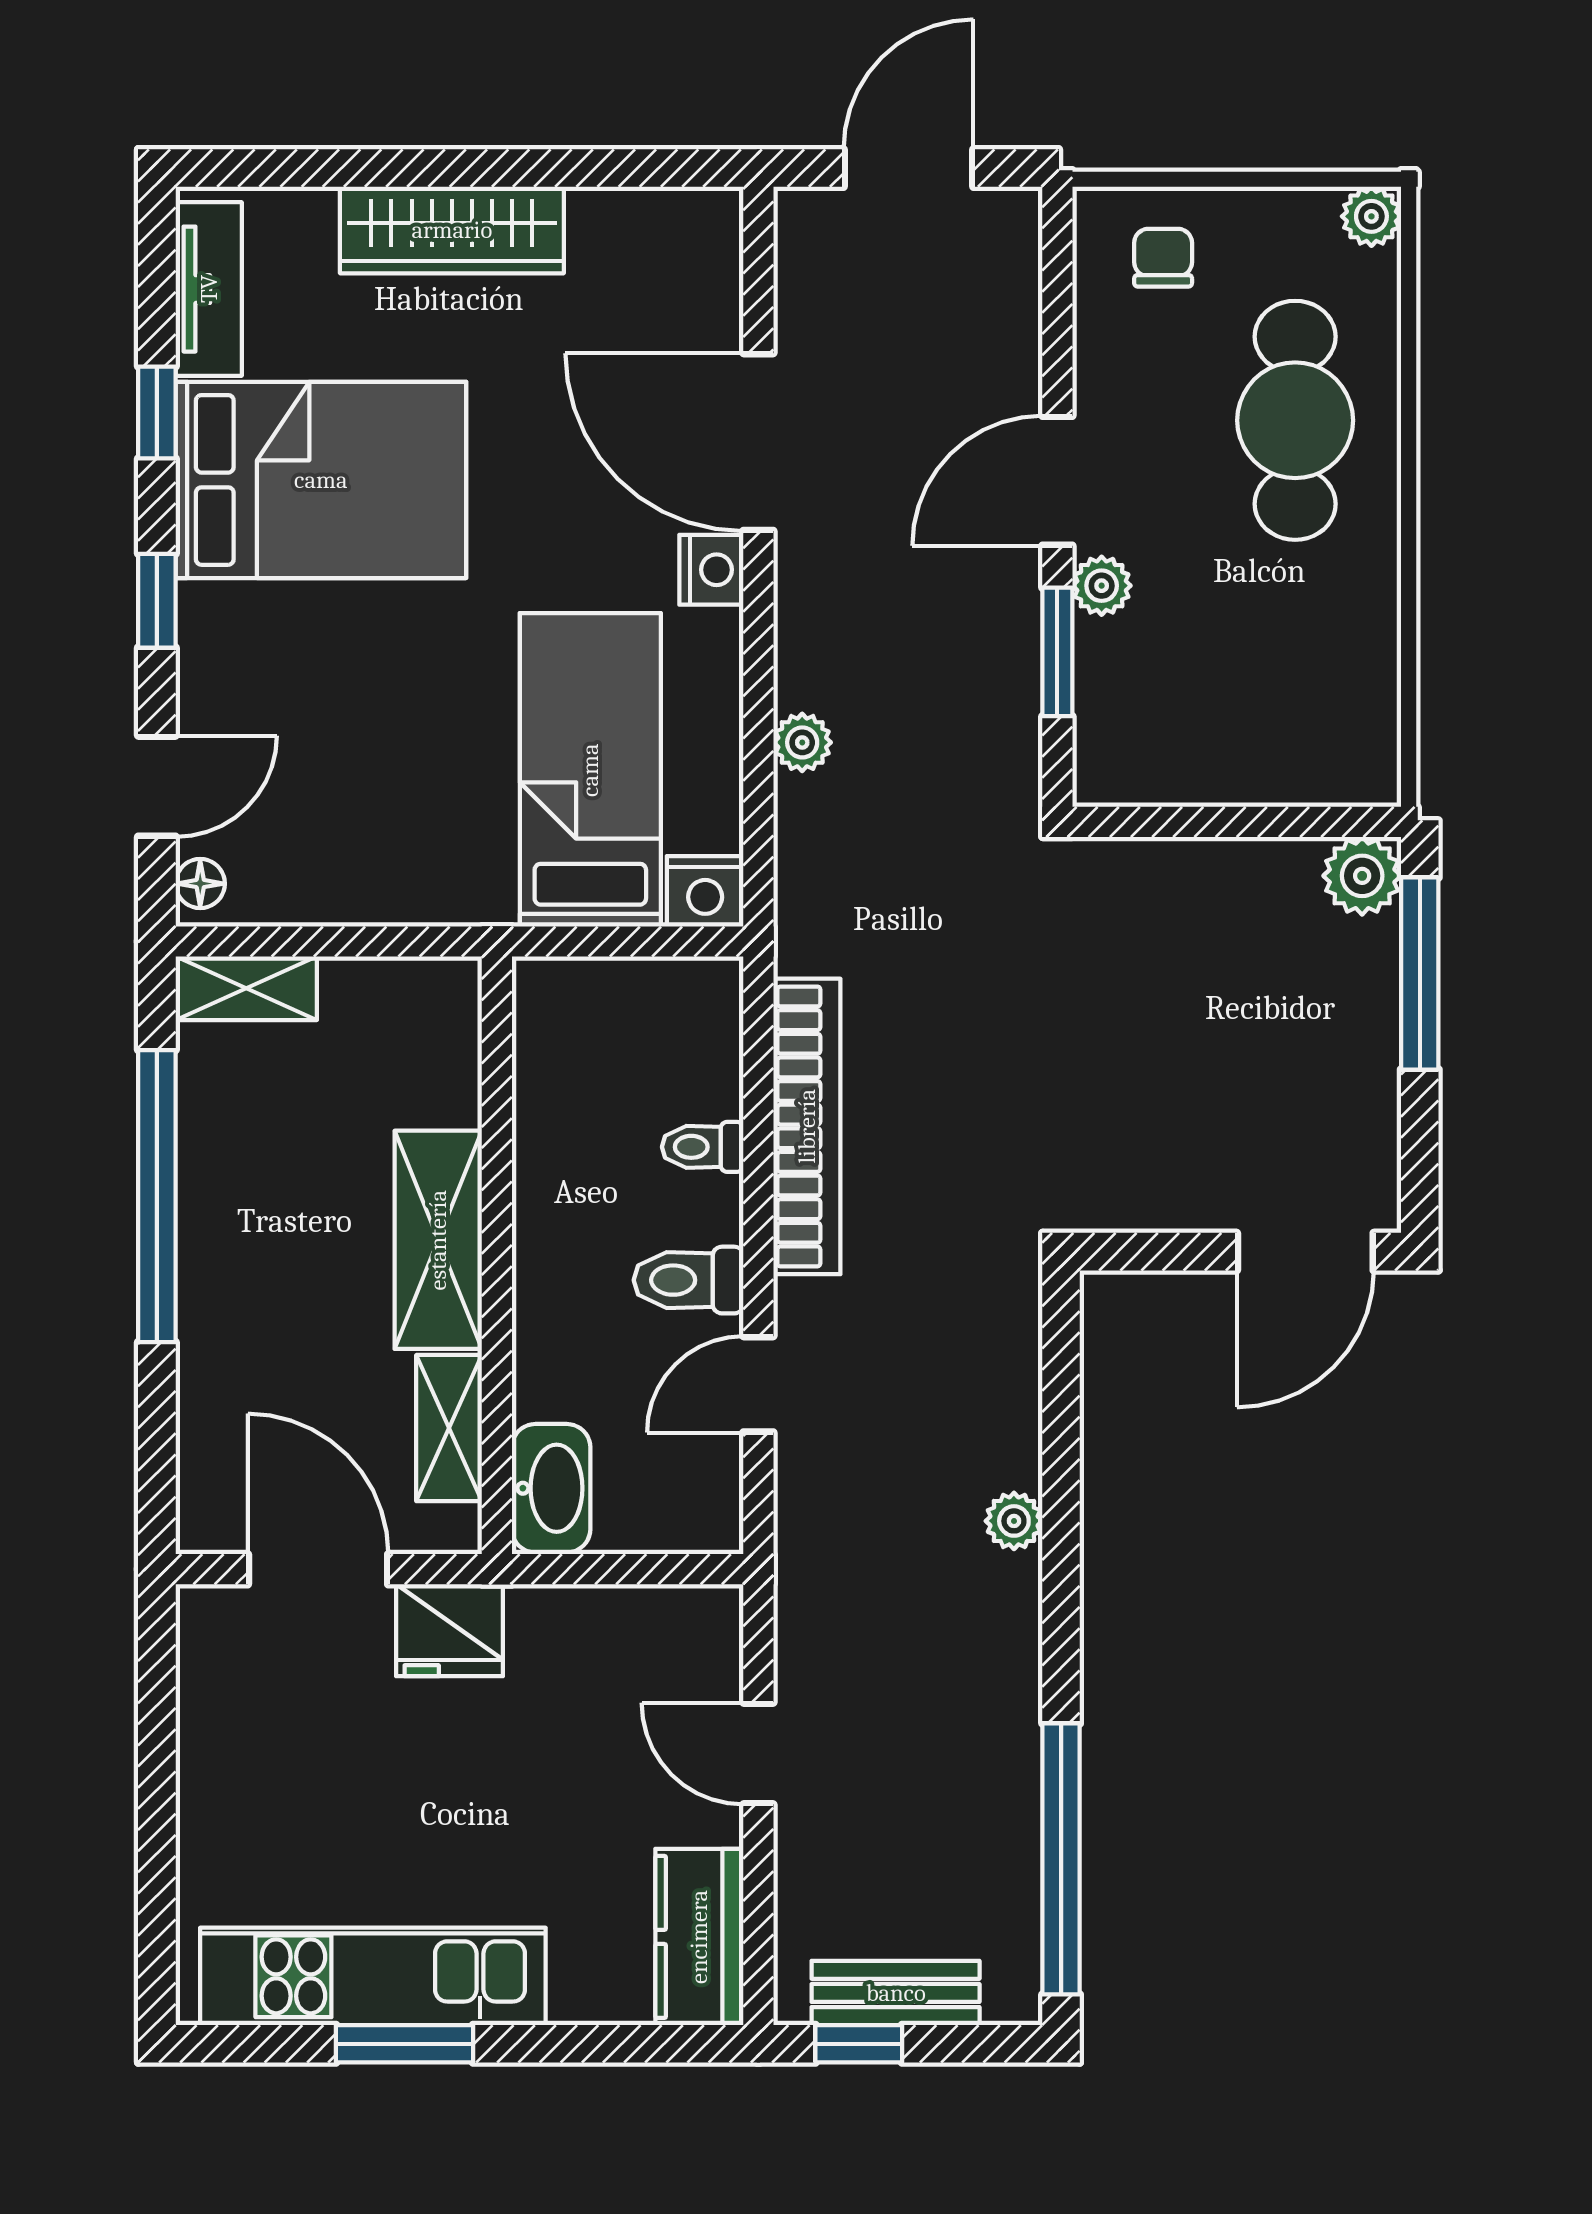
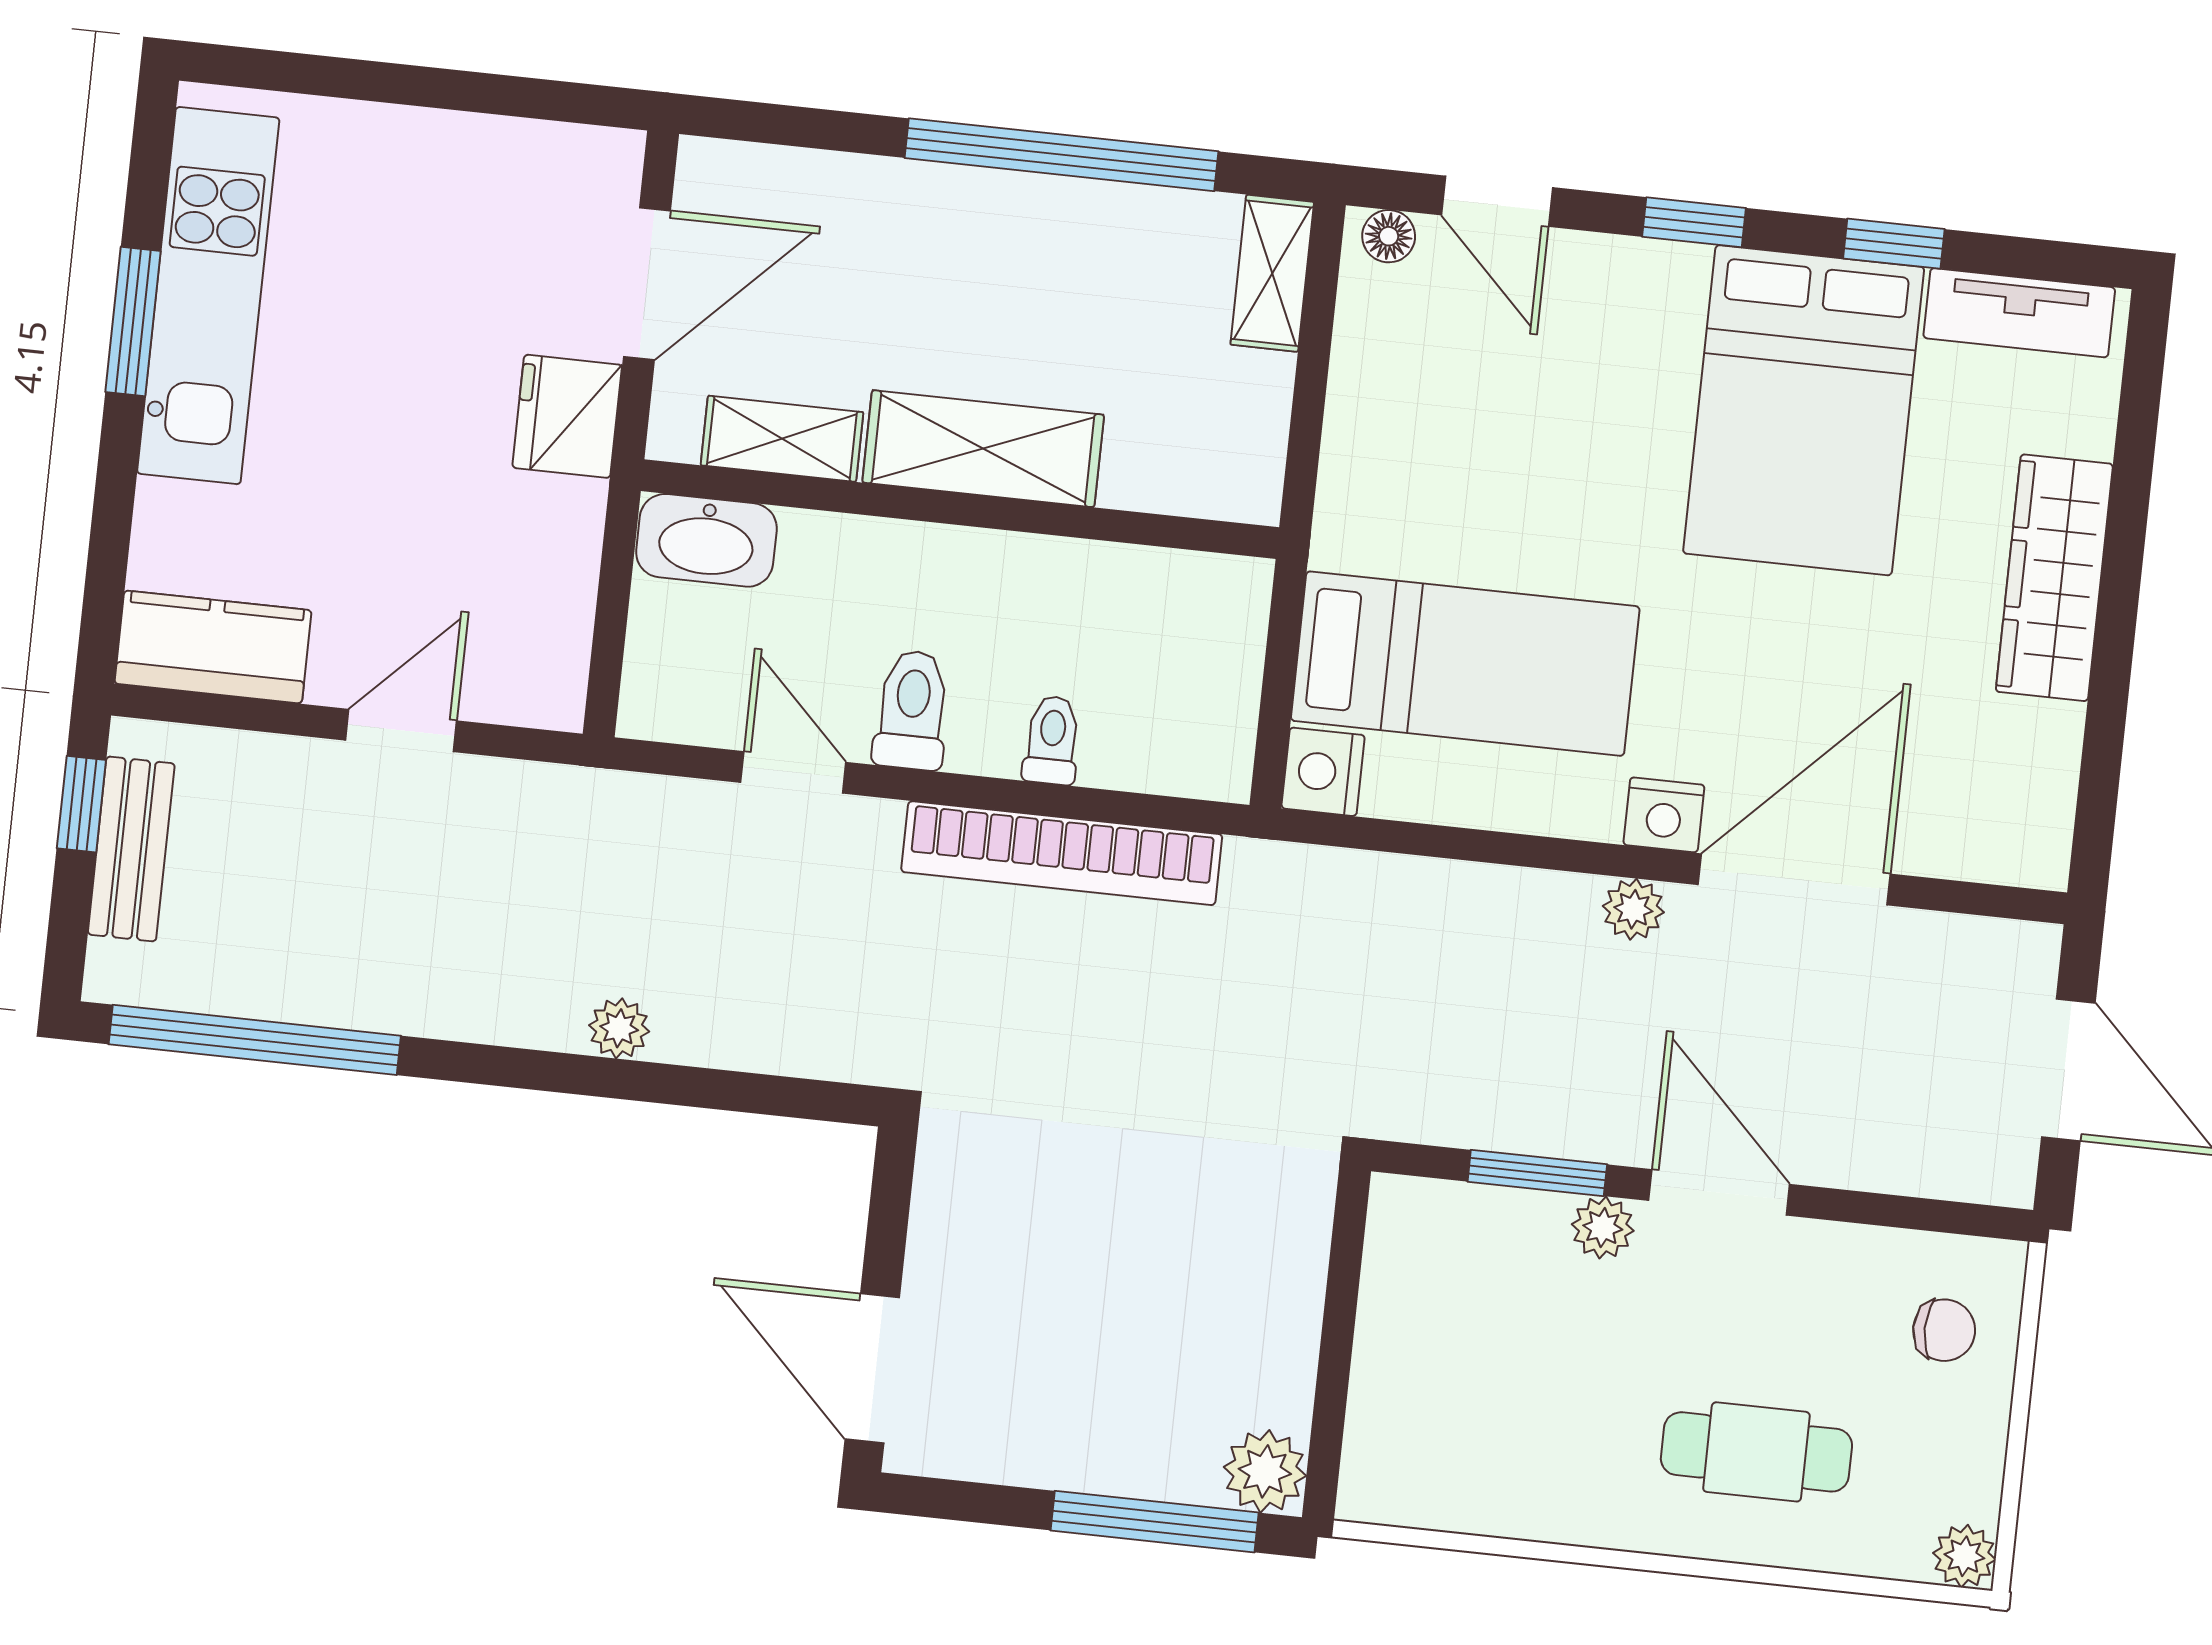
cafe table: (1295, 420) -> (1756, 1452), width x0.73, depth x0.74
plant: (802, 742) -> (1633, 909), moved

